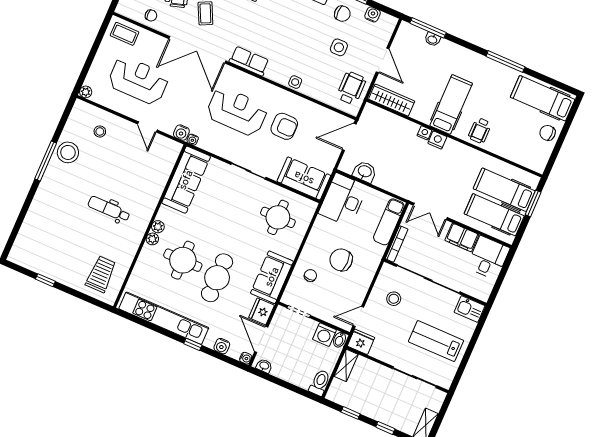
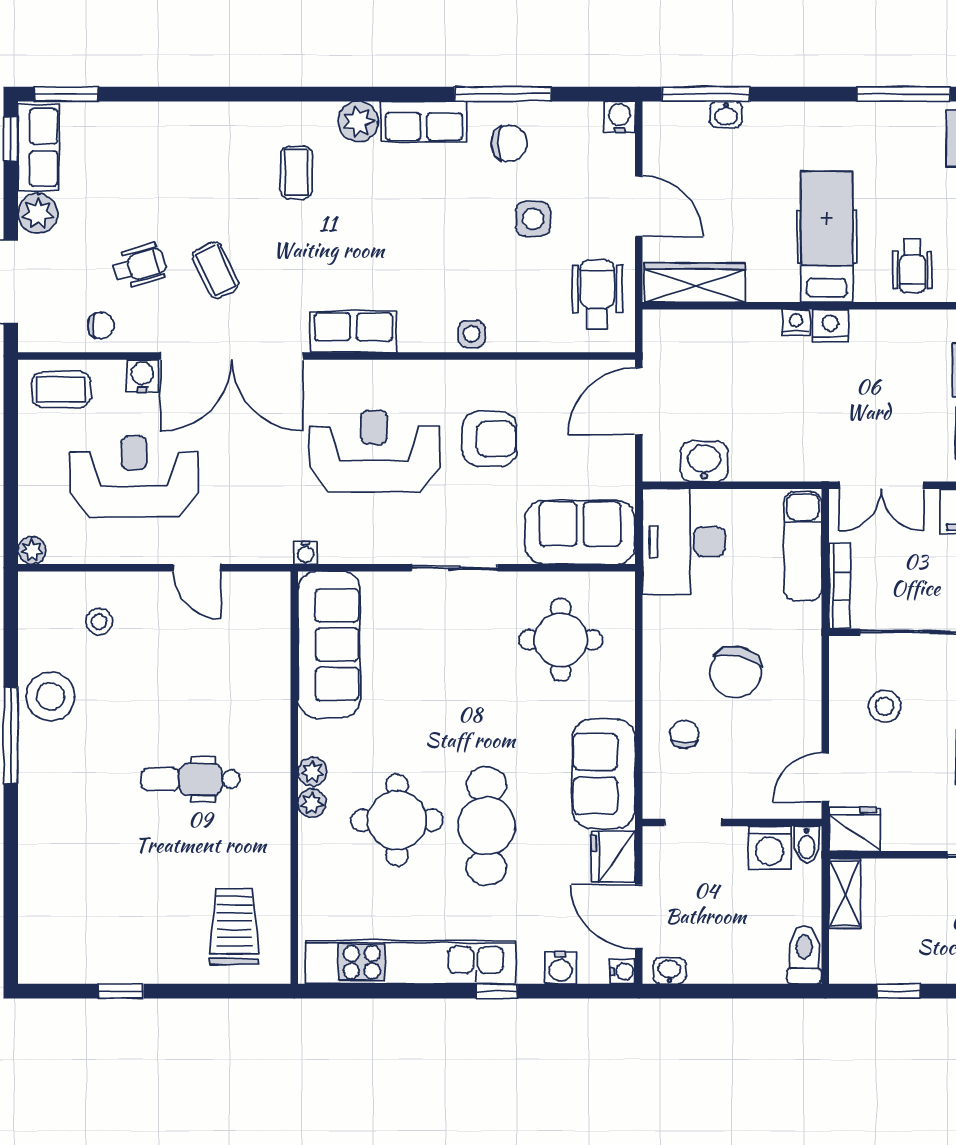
water cooler: (373, 14) -> (619, 117), moved
water cooler: (181, 133) -> (142, 376), moved, turned 180
chair: (341, 260) -> (736, 672), turned -77

